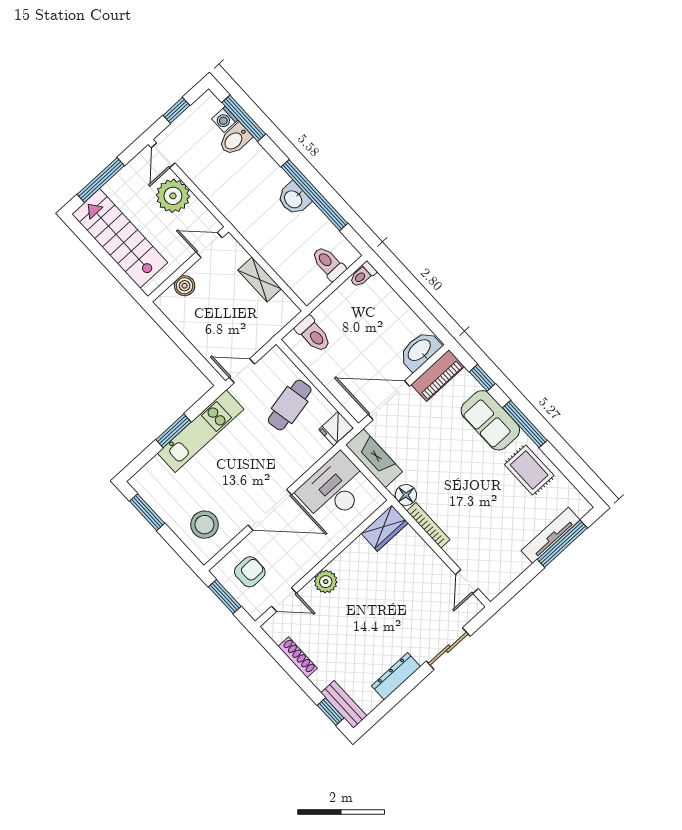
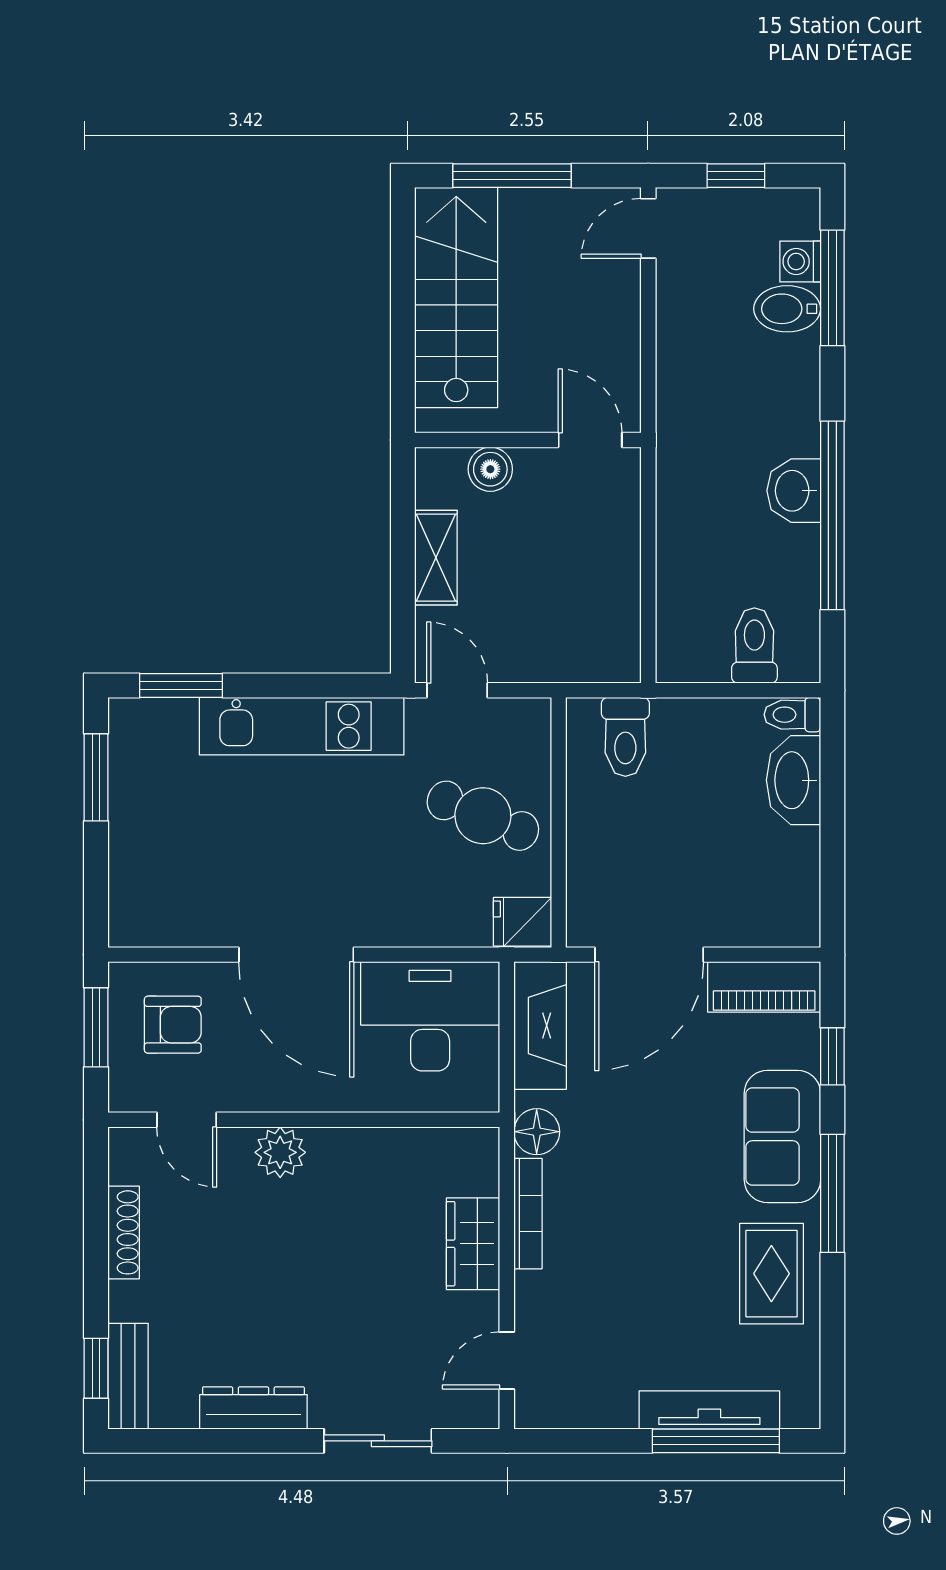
plant: (173, 196) -> (604, 308), removed
shelving: (260, 279) -> (436, 558), moved
washbasin: (420, 351) -> (793, 780), moved, turned -90
door: (389, 400) -> (649, 955), swing flipped
cafe table: (290, 405) -> (483, 816), turned 33
window: (173, 431) -> (181, 686), moved
stool: (204, 525) -> (170, 882), removed
wardrobe: (385, 528) -> (473, 1244), moved, turned 90

